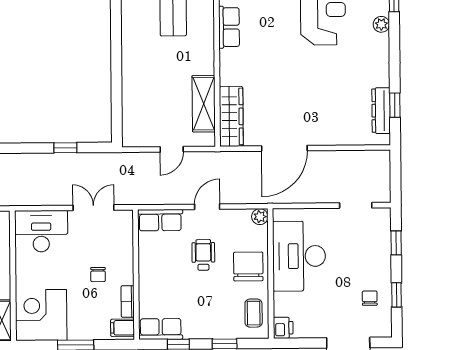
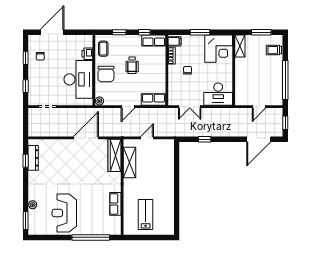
wheelchair: (203, 255) -> (132, 65), moved
printer: (283, 328) -> (87, 54), moved

